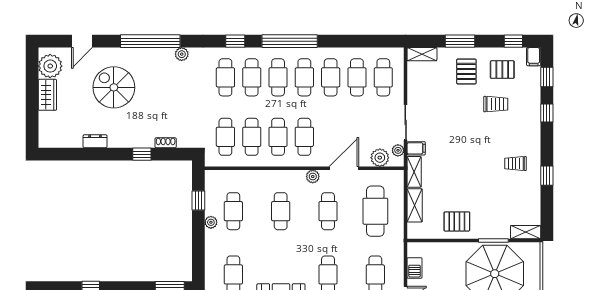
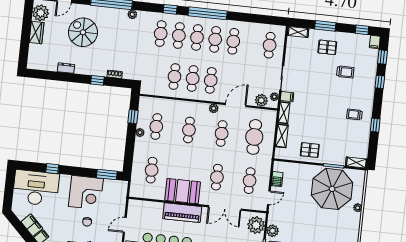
pallet: (502, 70) -> (352, 49), removed
pallet: (466, 71) -> (327, 47), turned 90
cafe table: (357, 77) -> (251, 43), removed
cafe table: (225, 137) -> (156, 75), removed

